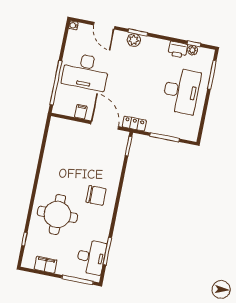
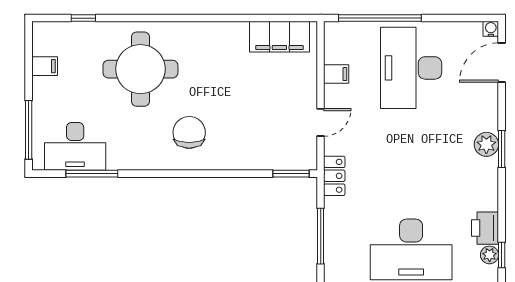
door: (104, 26) -> (502, 63), moved
door: (105, 125) -> (321, 122), width x0.53
filing cabinet: (55, 138) -> (279, 37), added
chair: (96, 195) -> (189, 132), turned 180
filing cabinet: (46, 265) -> (45, 66), width x0.50

